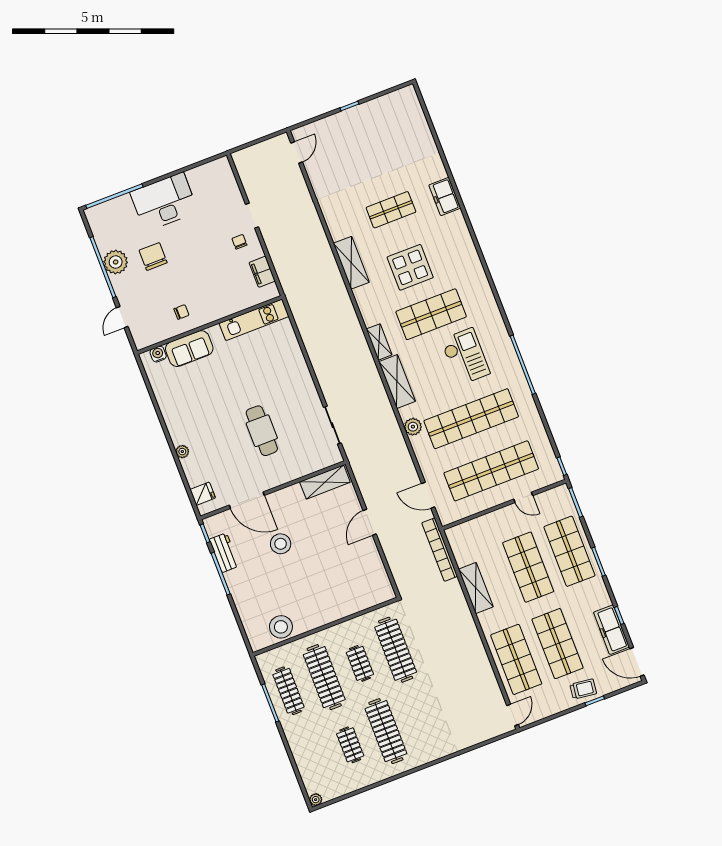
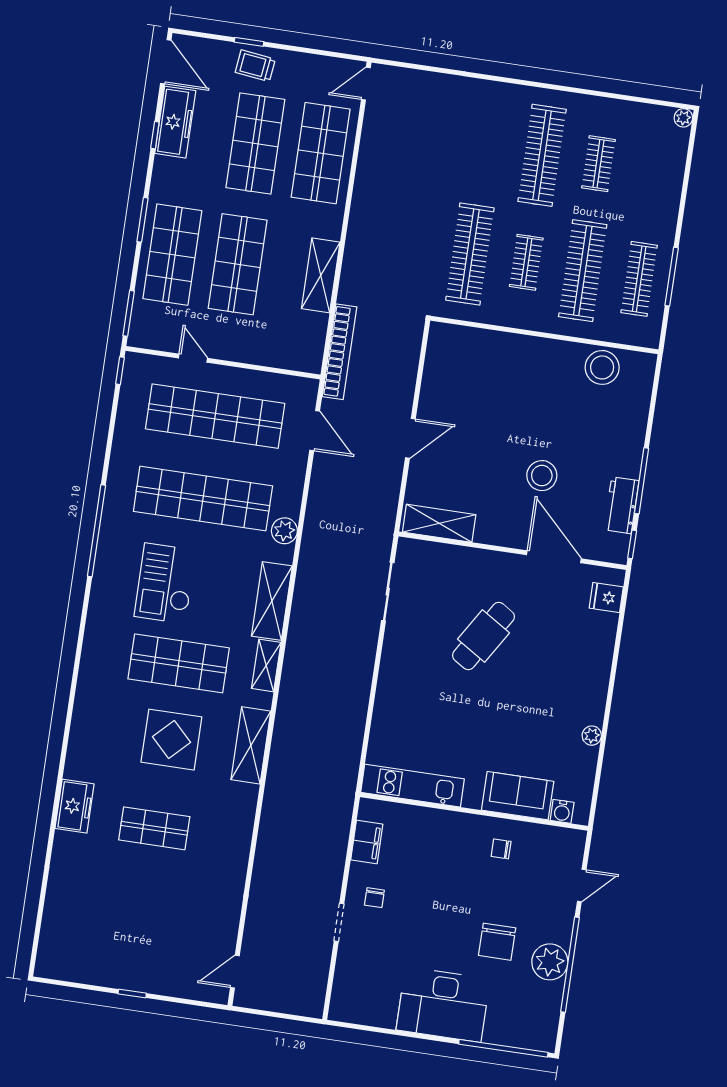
shelving: (351, 263) -> (251, 745), moved
cafe table: (262, 431) -> (483, 636), turned 32
plant: (182, 452) -> (592, 736), moved

